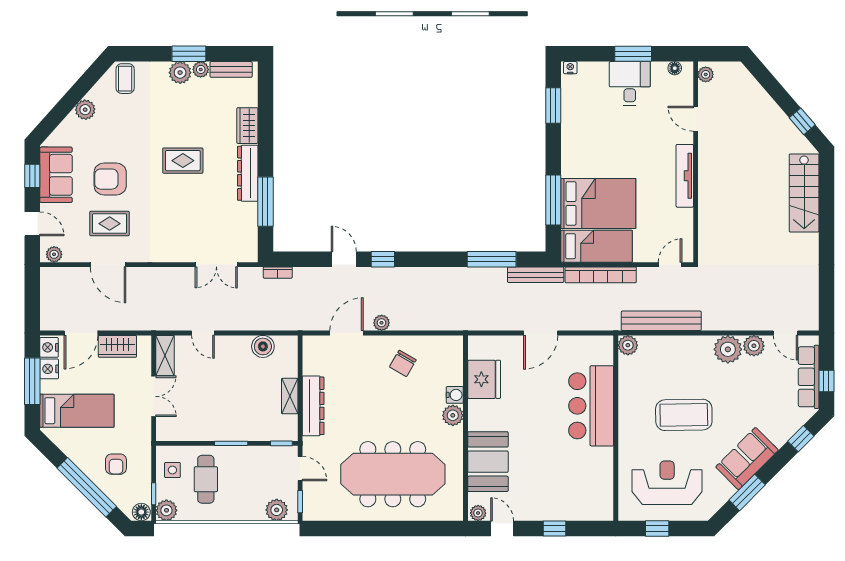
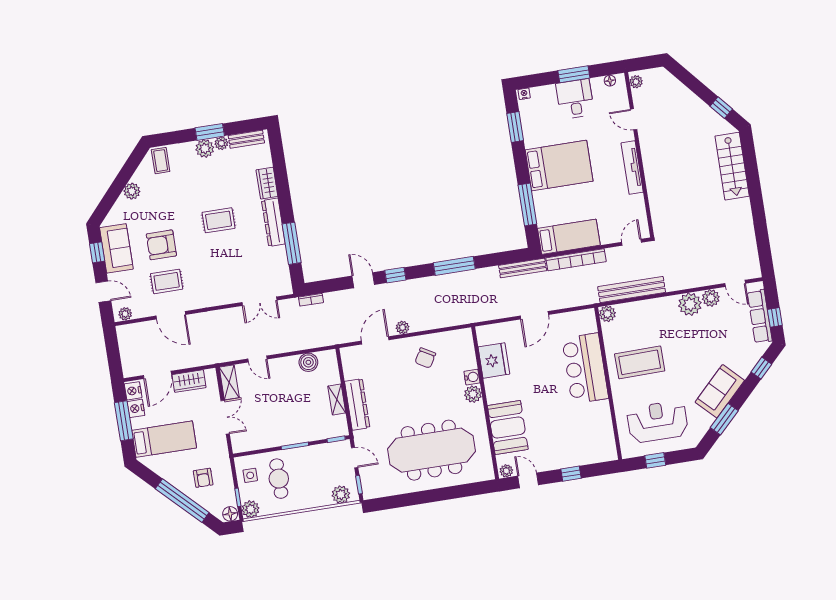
bed: (598, 203) -> (559, 166), moved
window: (492, 259) -> (454, 266), moved
coffee table: (684, 415) -> (640, 362), moved

